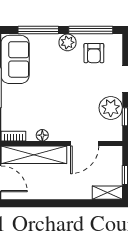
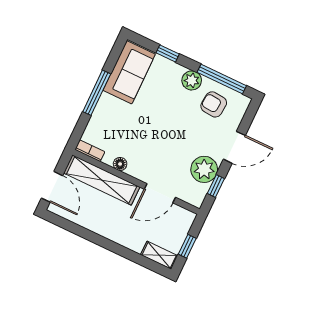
window: (38, 30) -> (168, 53), width x0.46
armchair: (94, 53) -> (214, 104), turned 95

